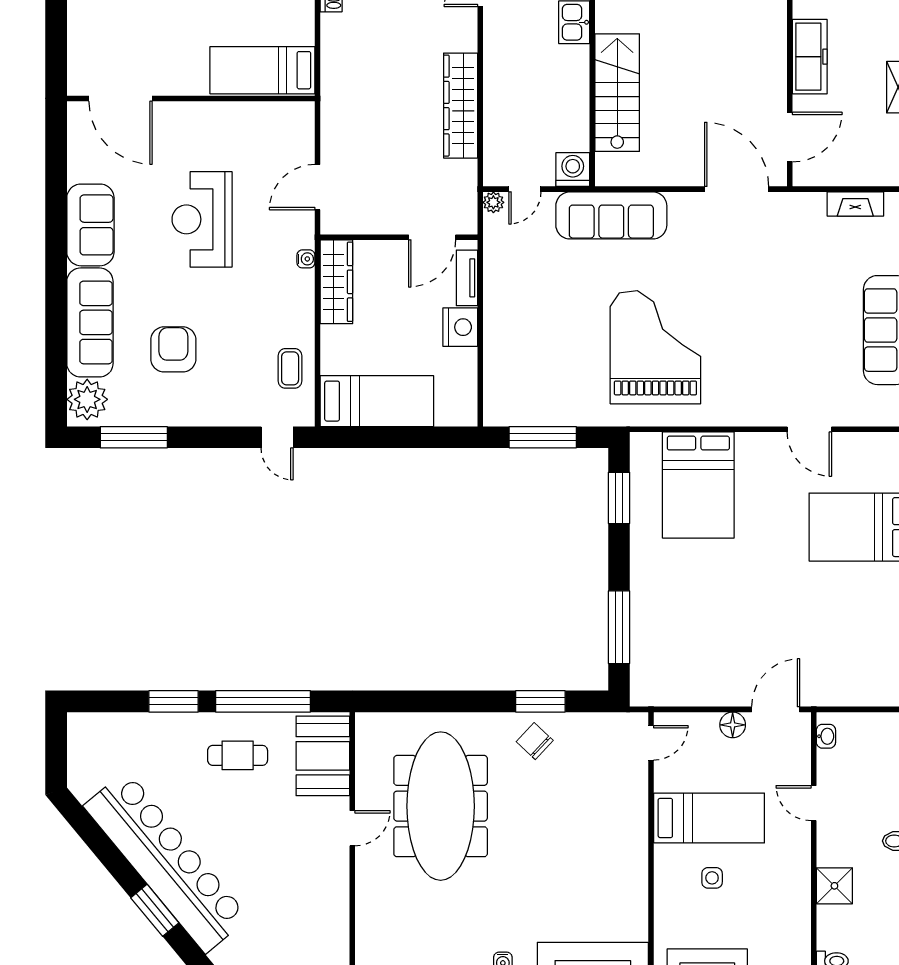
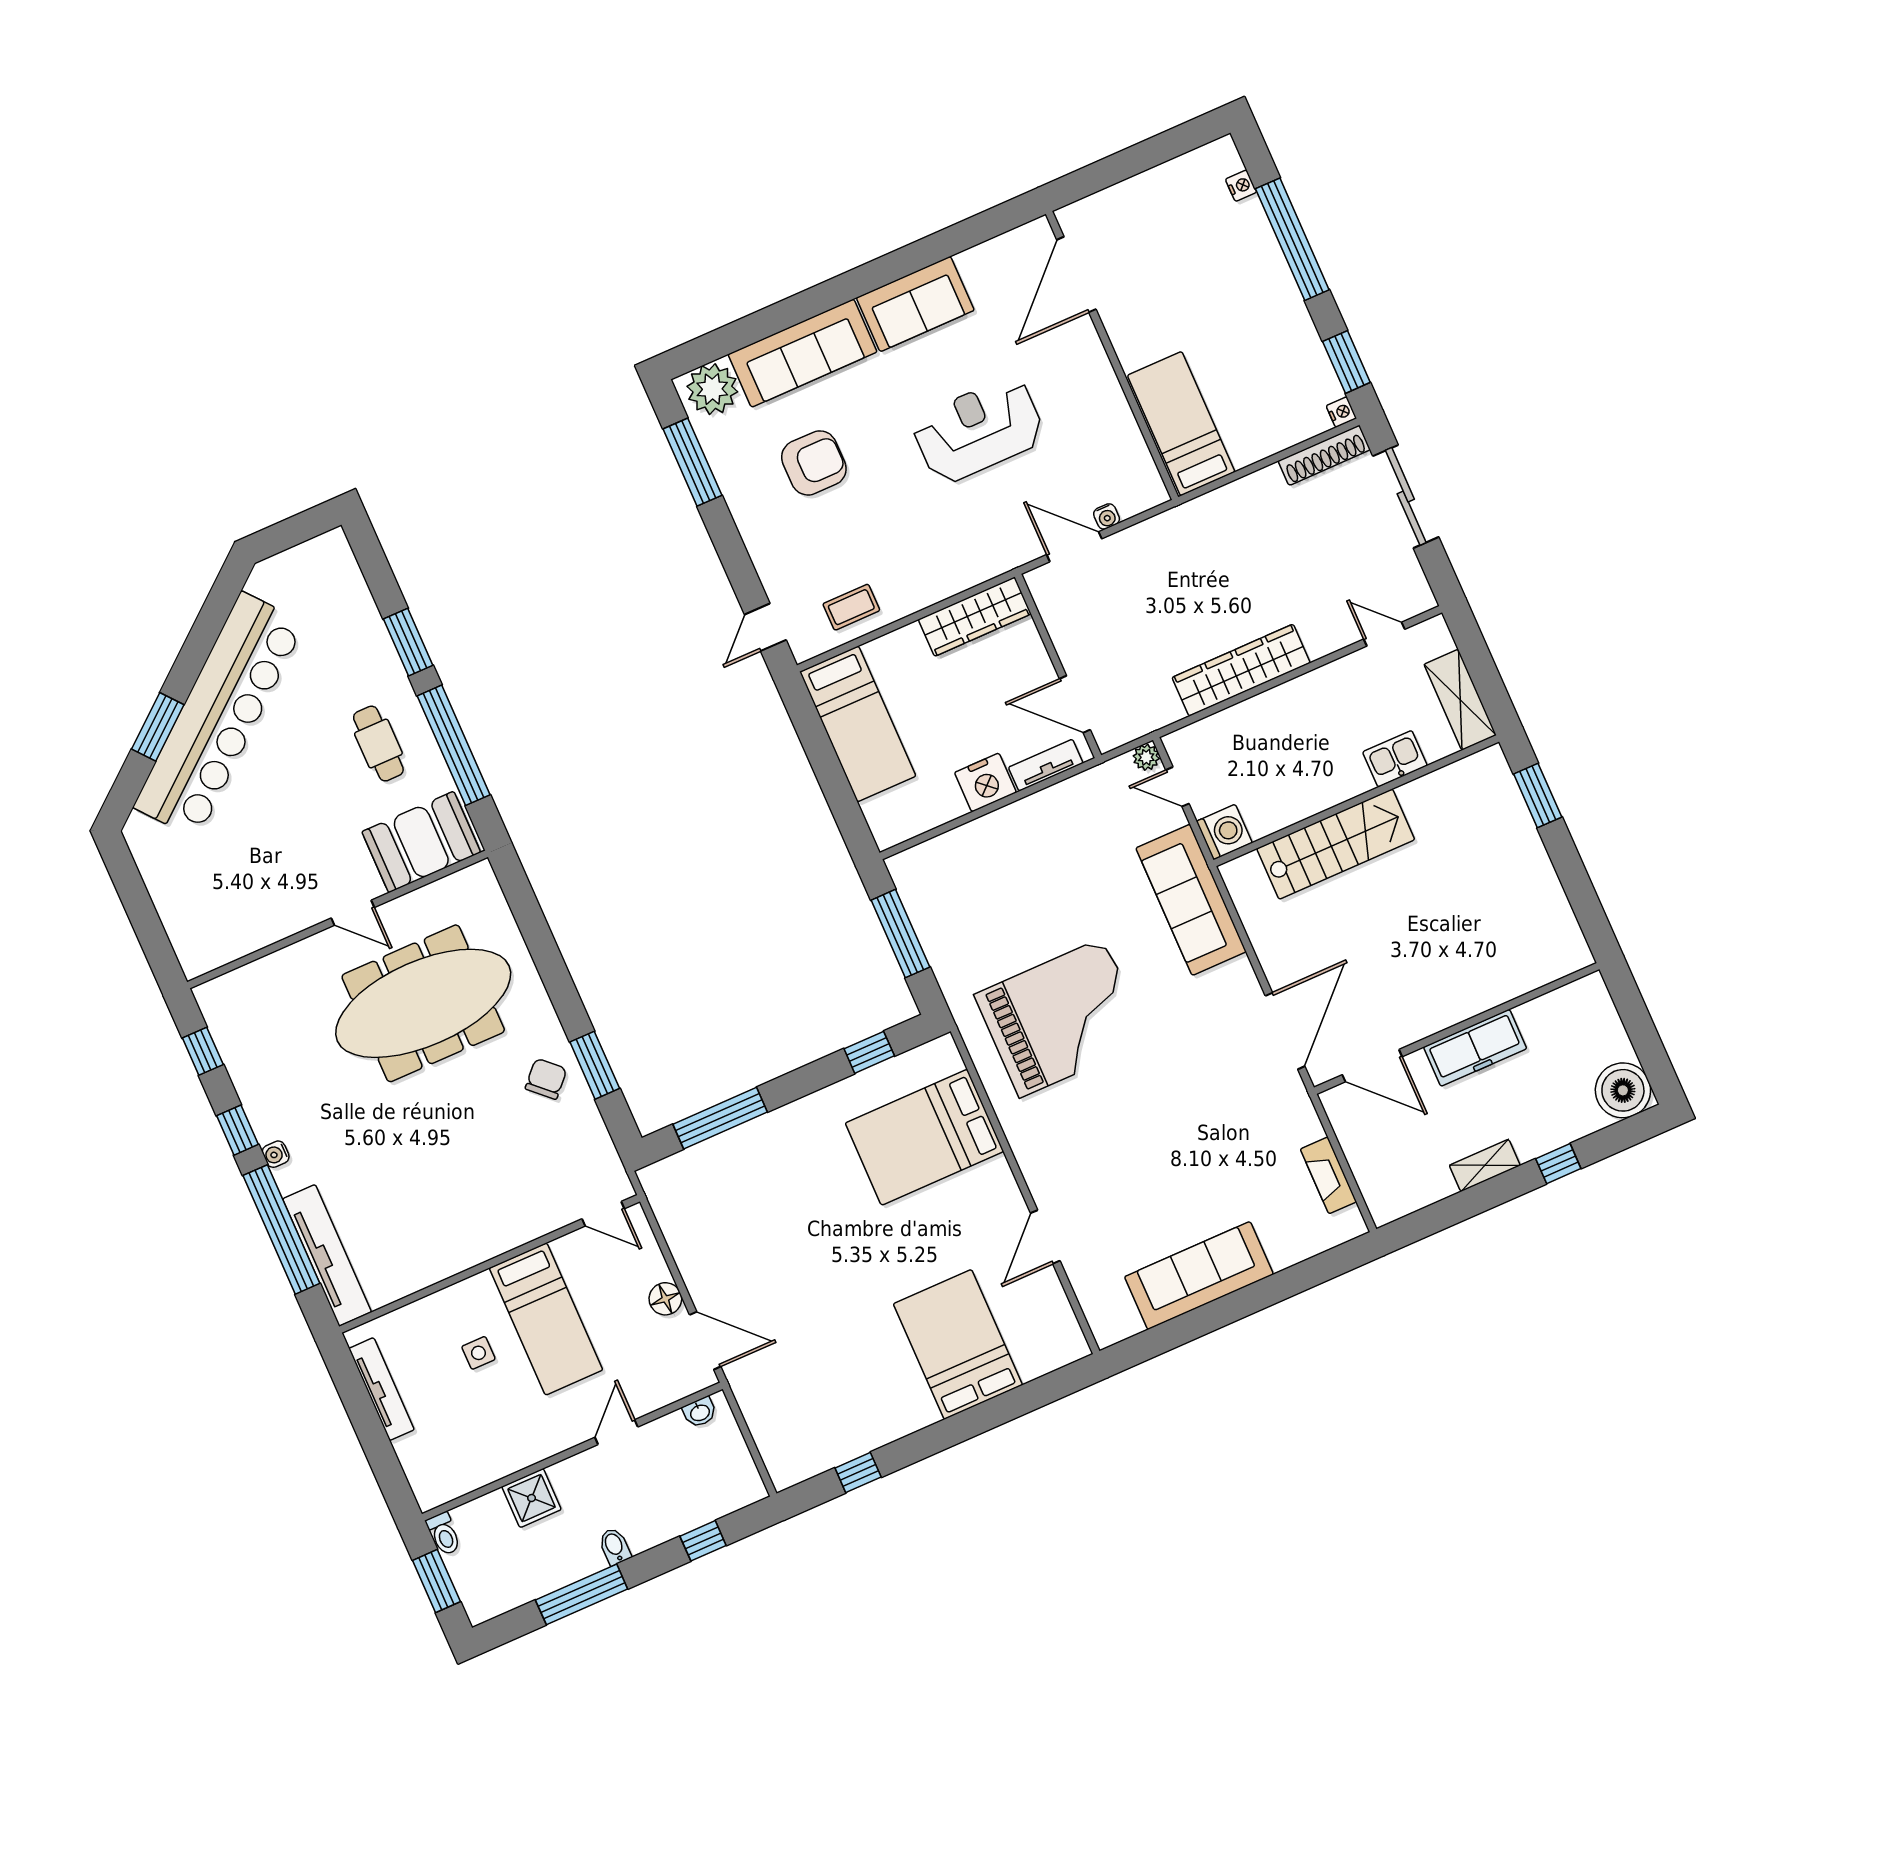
water cooler: (306, 259) -> (1107, 516), moved
window: (619, 498) -> (869, 1052), width x0.67

